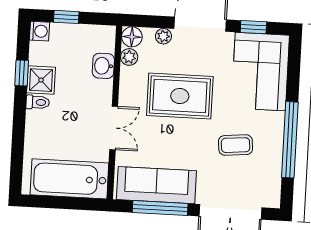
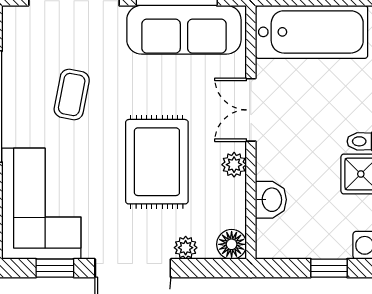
plant: (129, 57) -> (234, 165), moved
rug: (180, 96) -> (157, 162), turned 90
coffee table: (236, 145) -> (72, 95), turned -74

